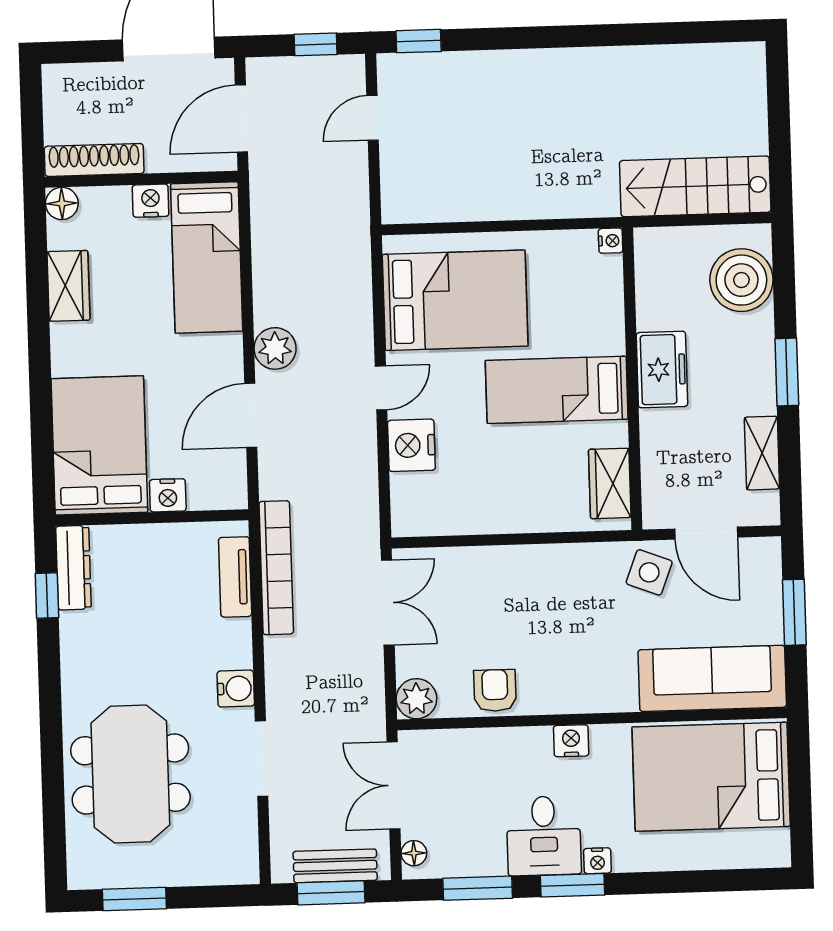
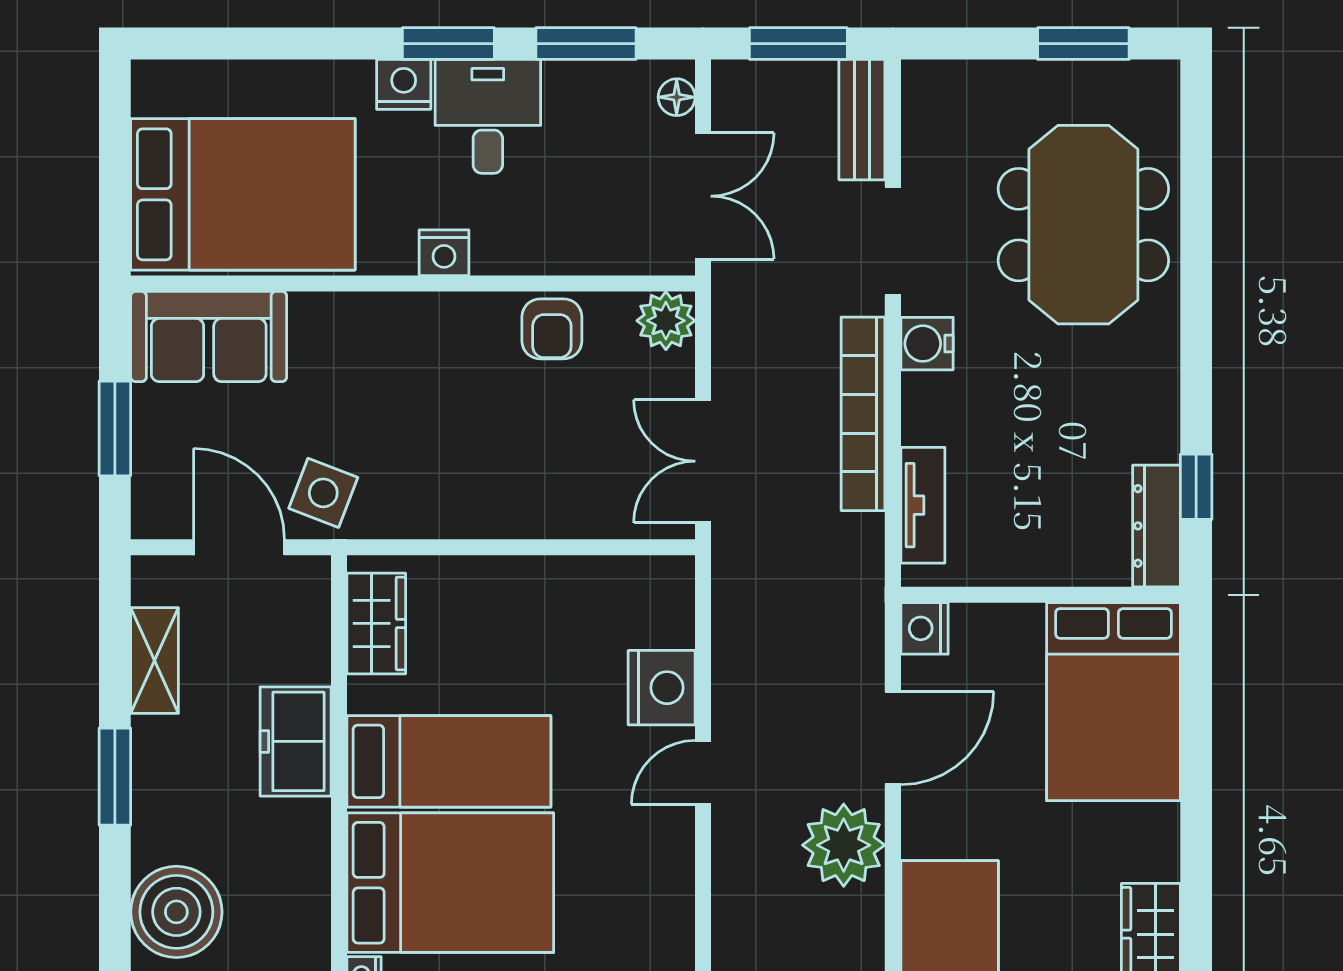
bed: (455, 300) -> (450, 883), moved, turned 180
plant: (275, 348) -> (844, 845), width x1.36, depth x1.36
freezer: (662, 370) -> (296, 741), moved
nightstand: (168, 495) -> (924, 628), moved, turned -90
bookcase: (276, 568) -> (863, 414), moved
sofa: (712, 678) -> (209, 337), width x0.73
nightstand: (597, 861) -> (404, 84), width x1.39, depth x1.35
bench: (335, 866) -> (862, 120), moved, turned 90

